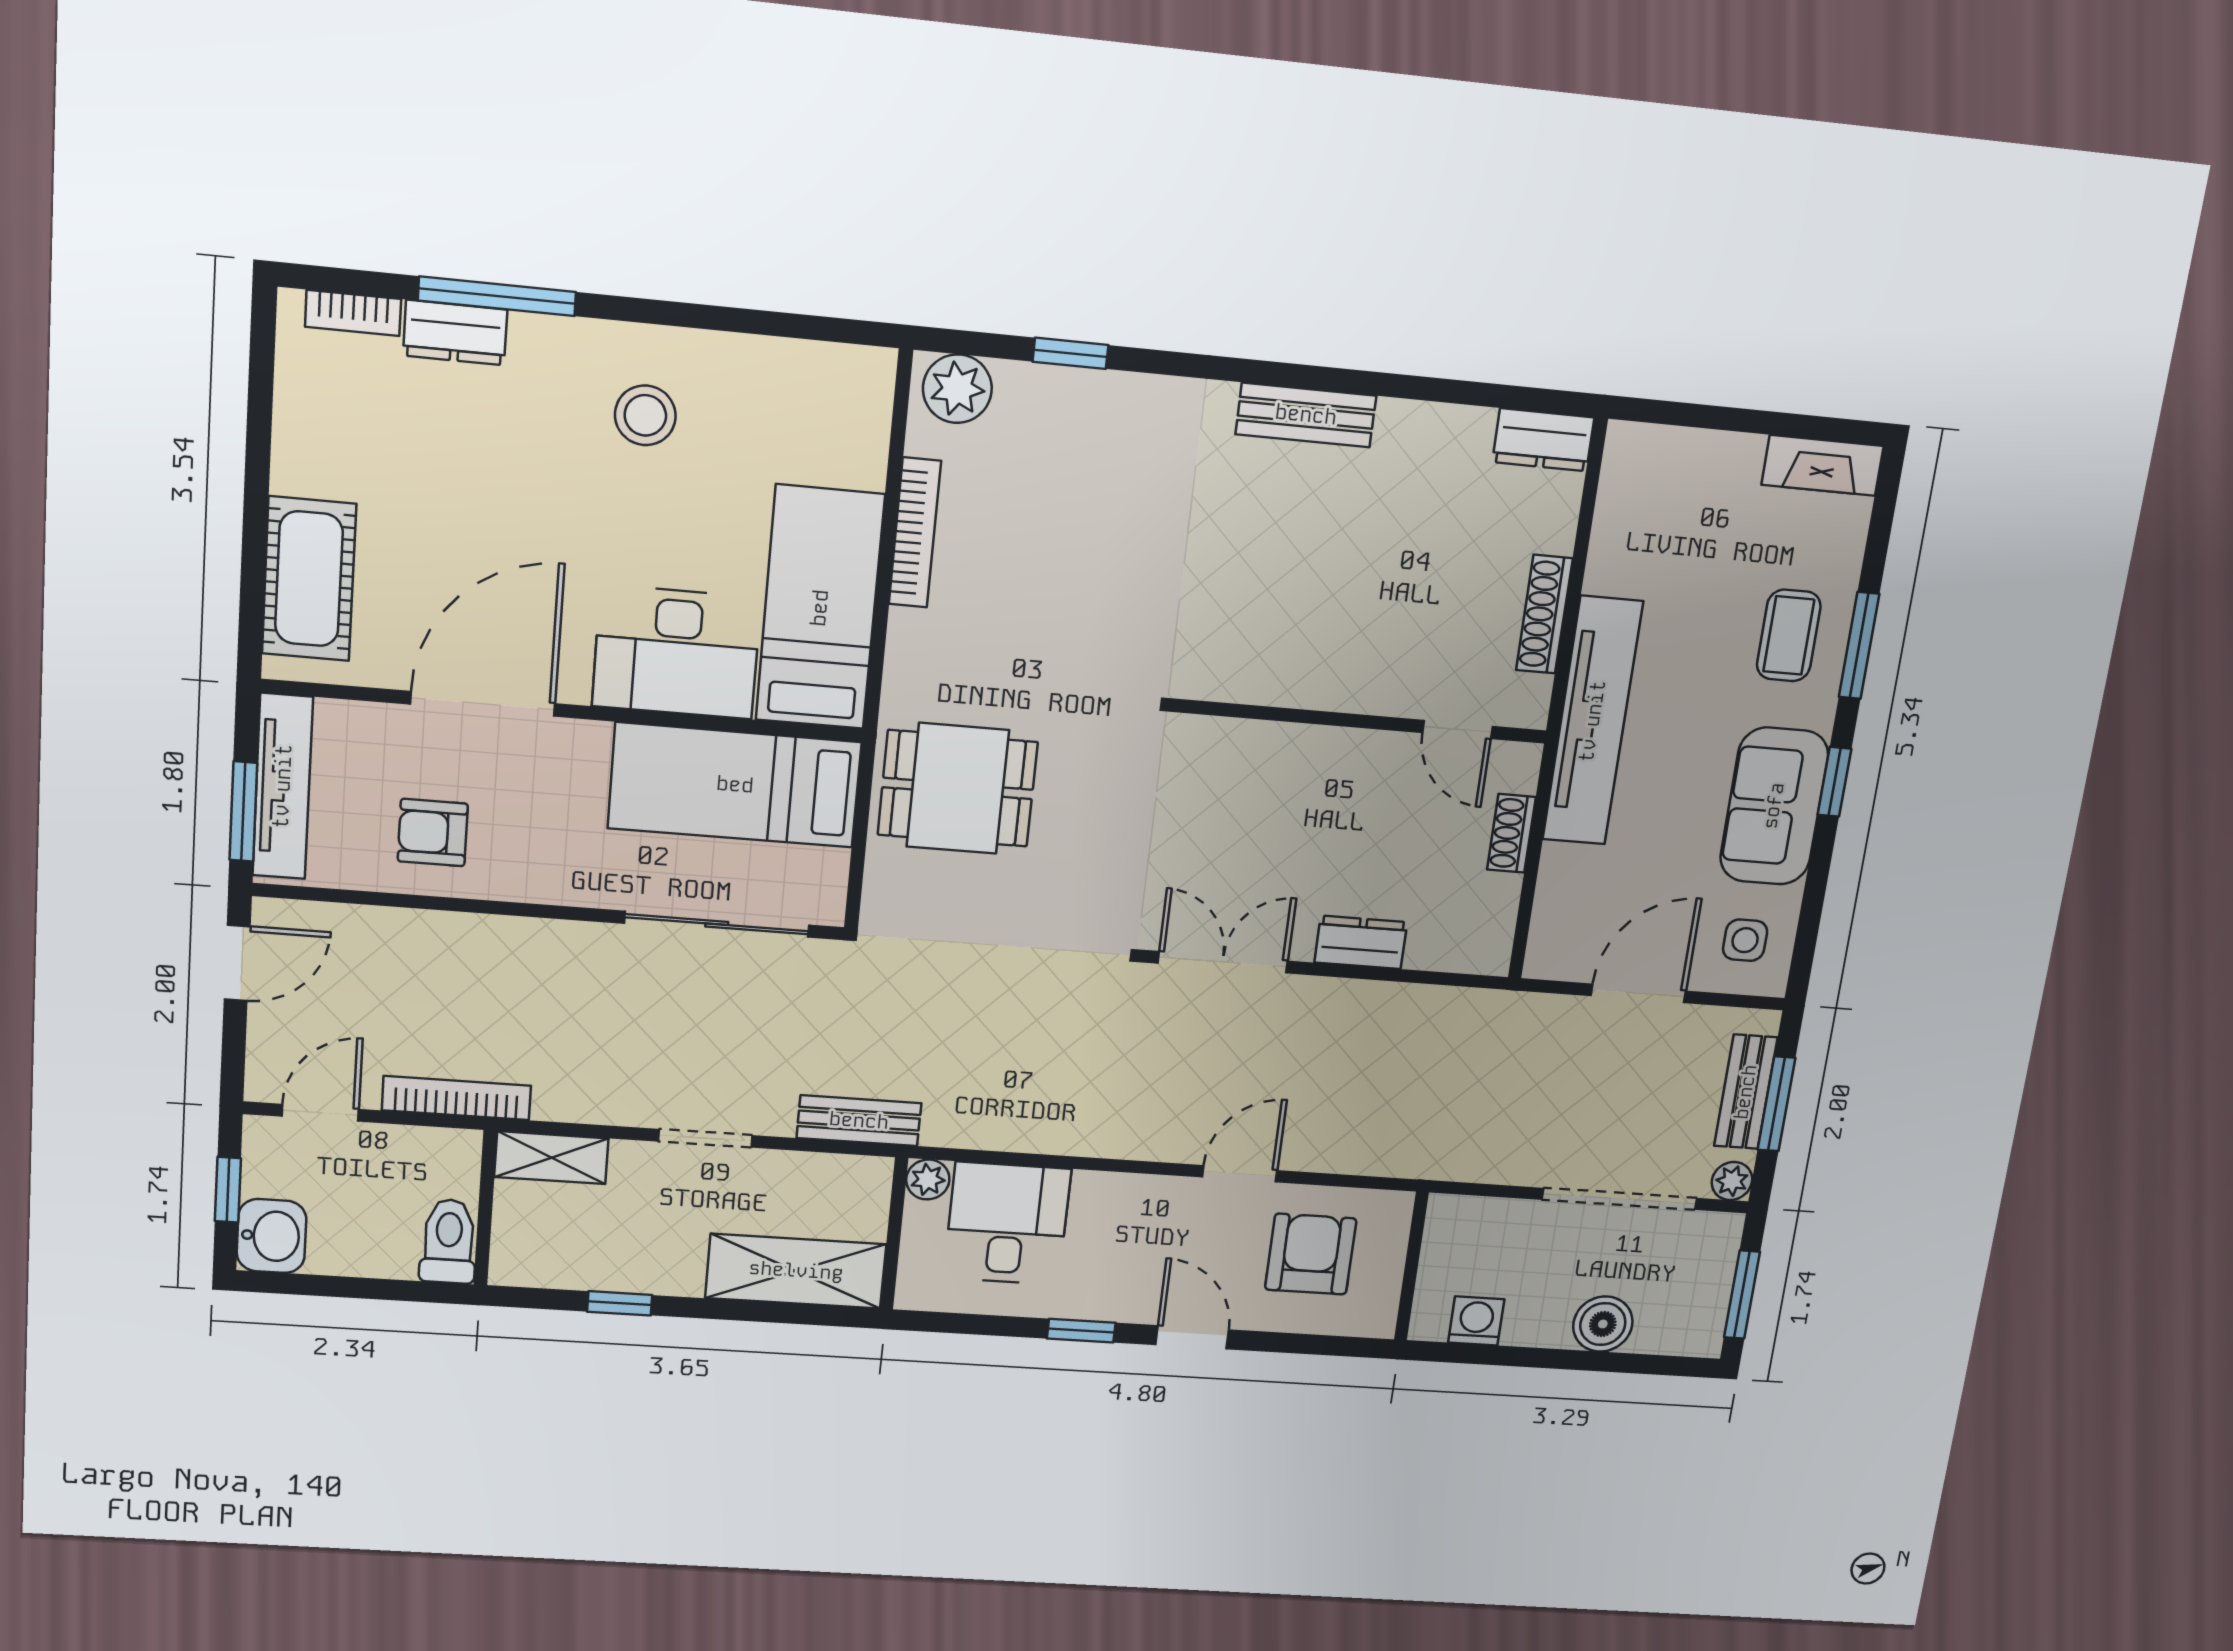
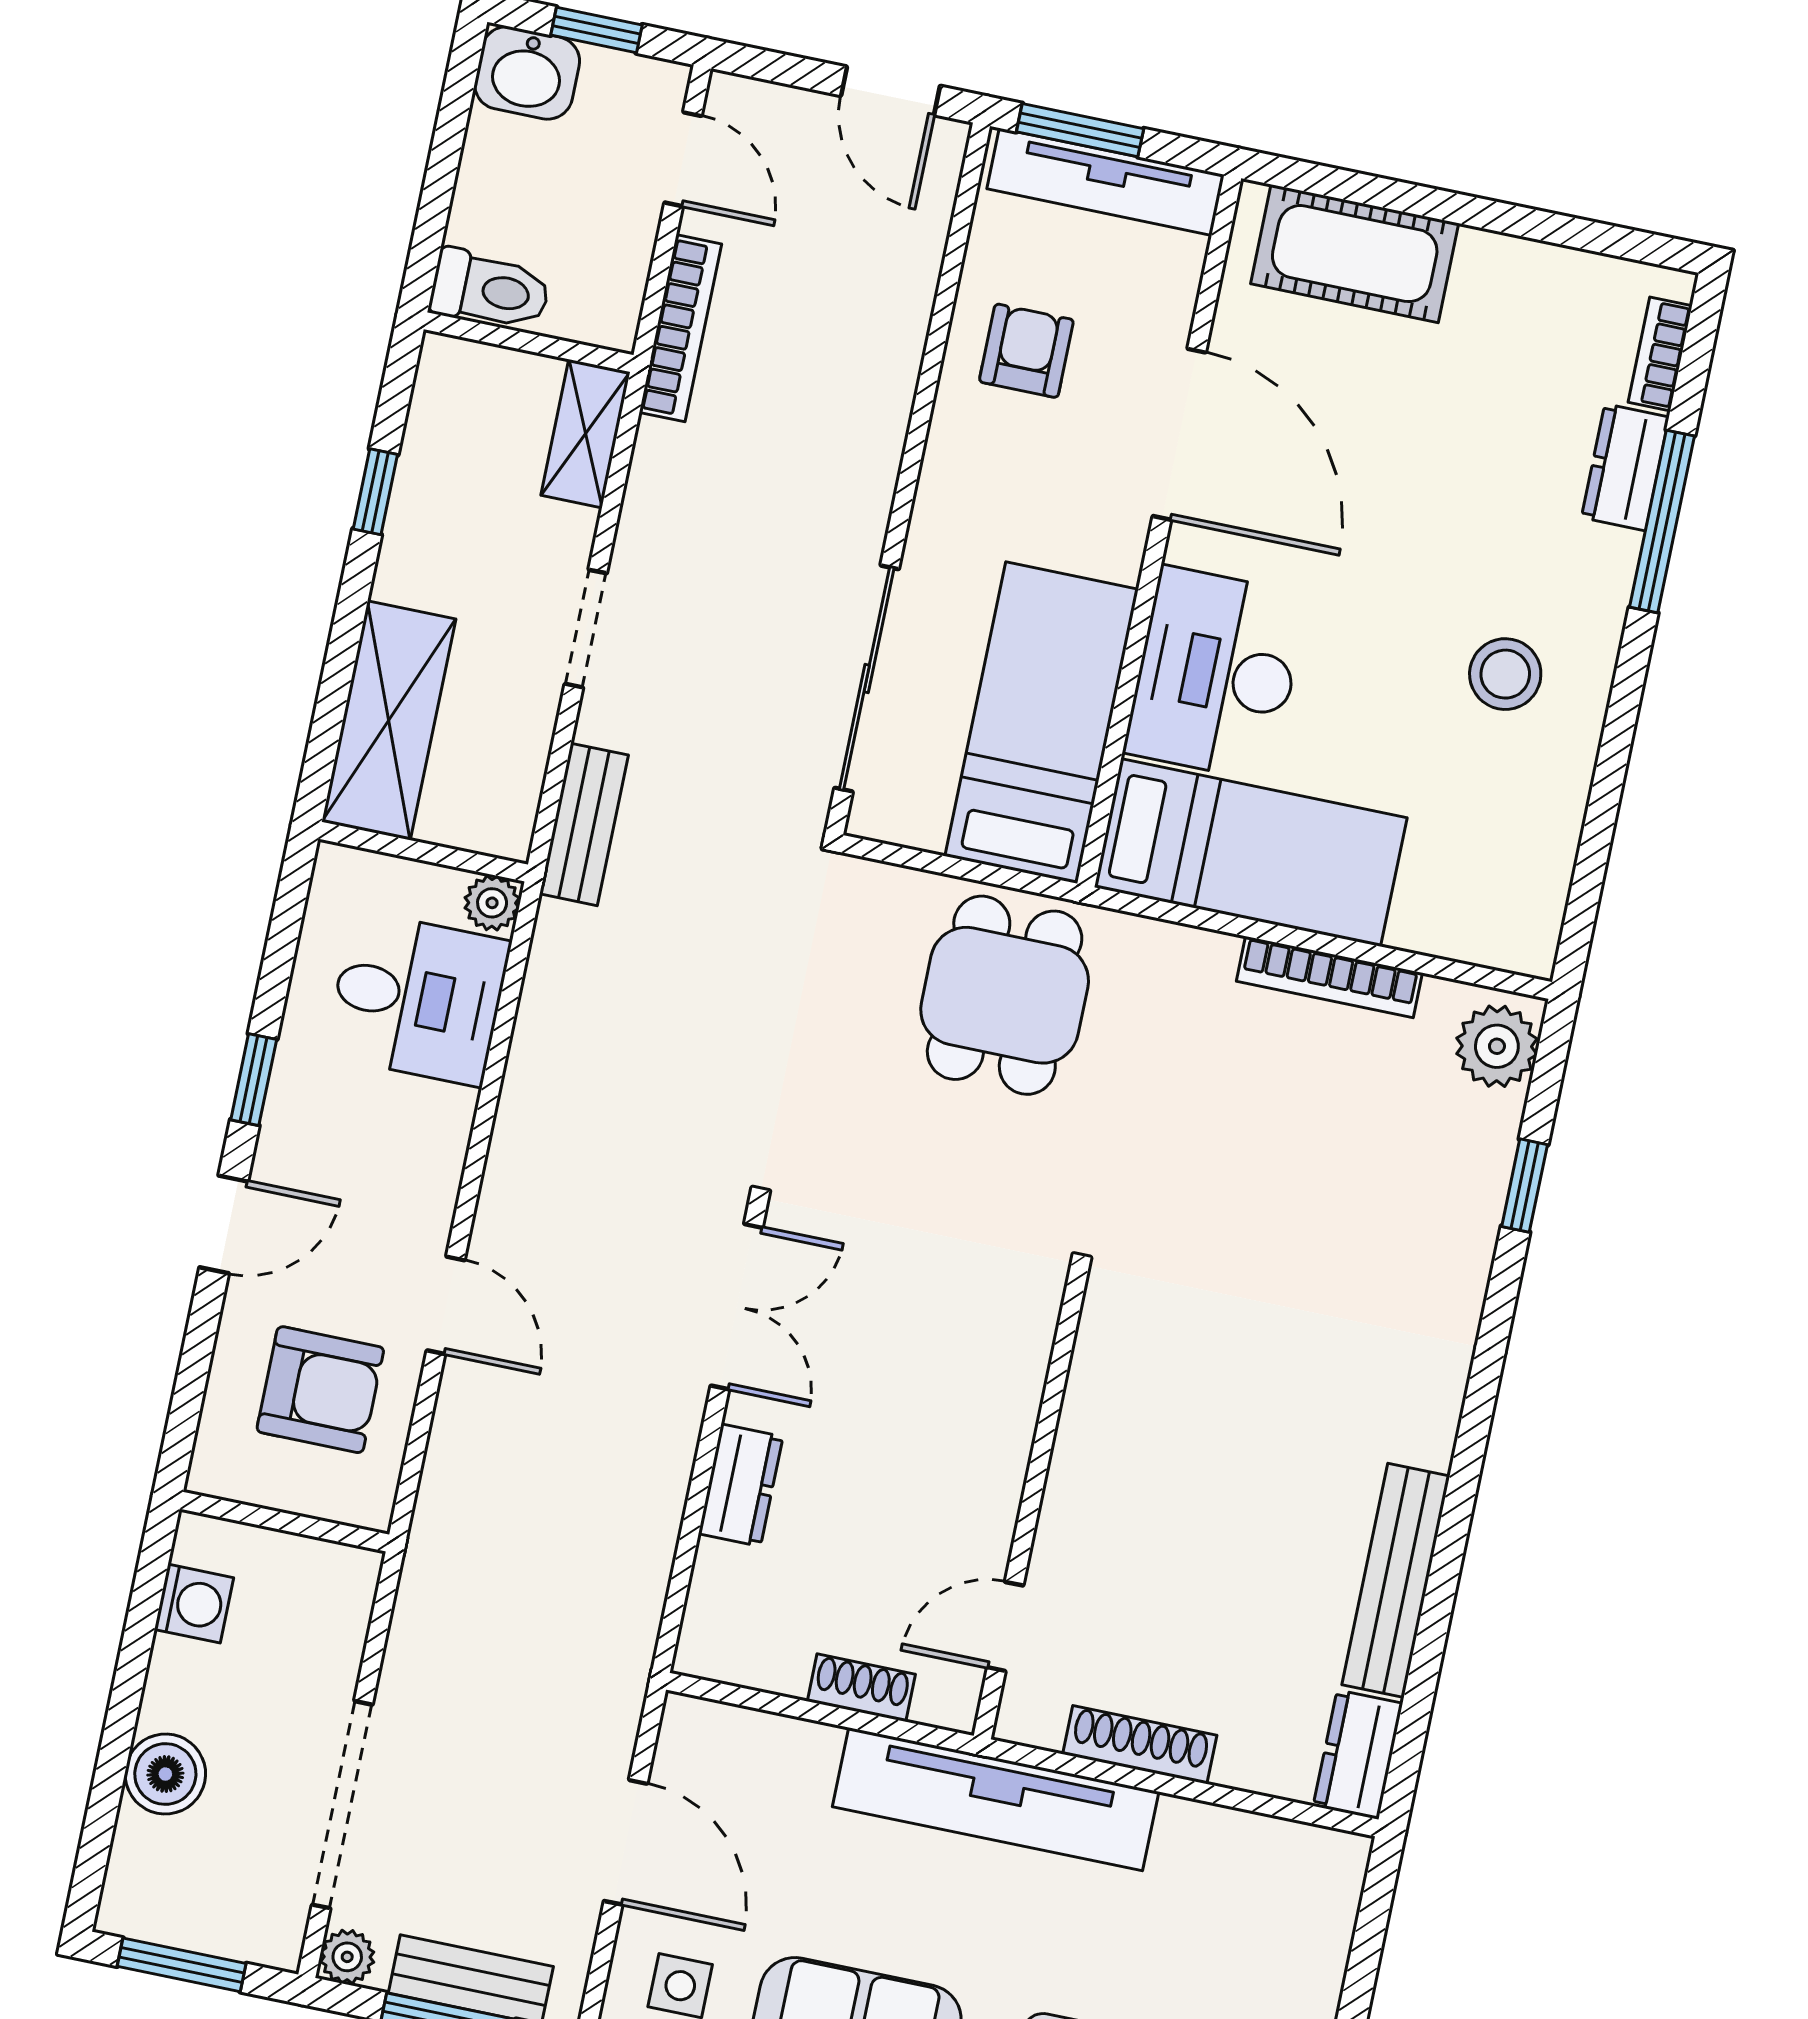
bench: (1306, 415) -> (1396, 1580), moved, width x1.36

